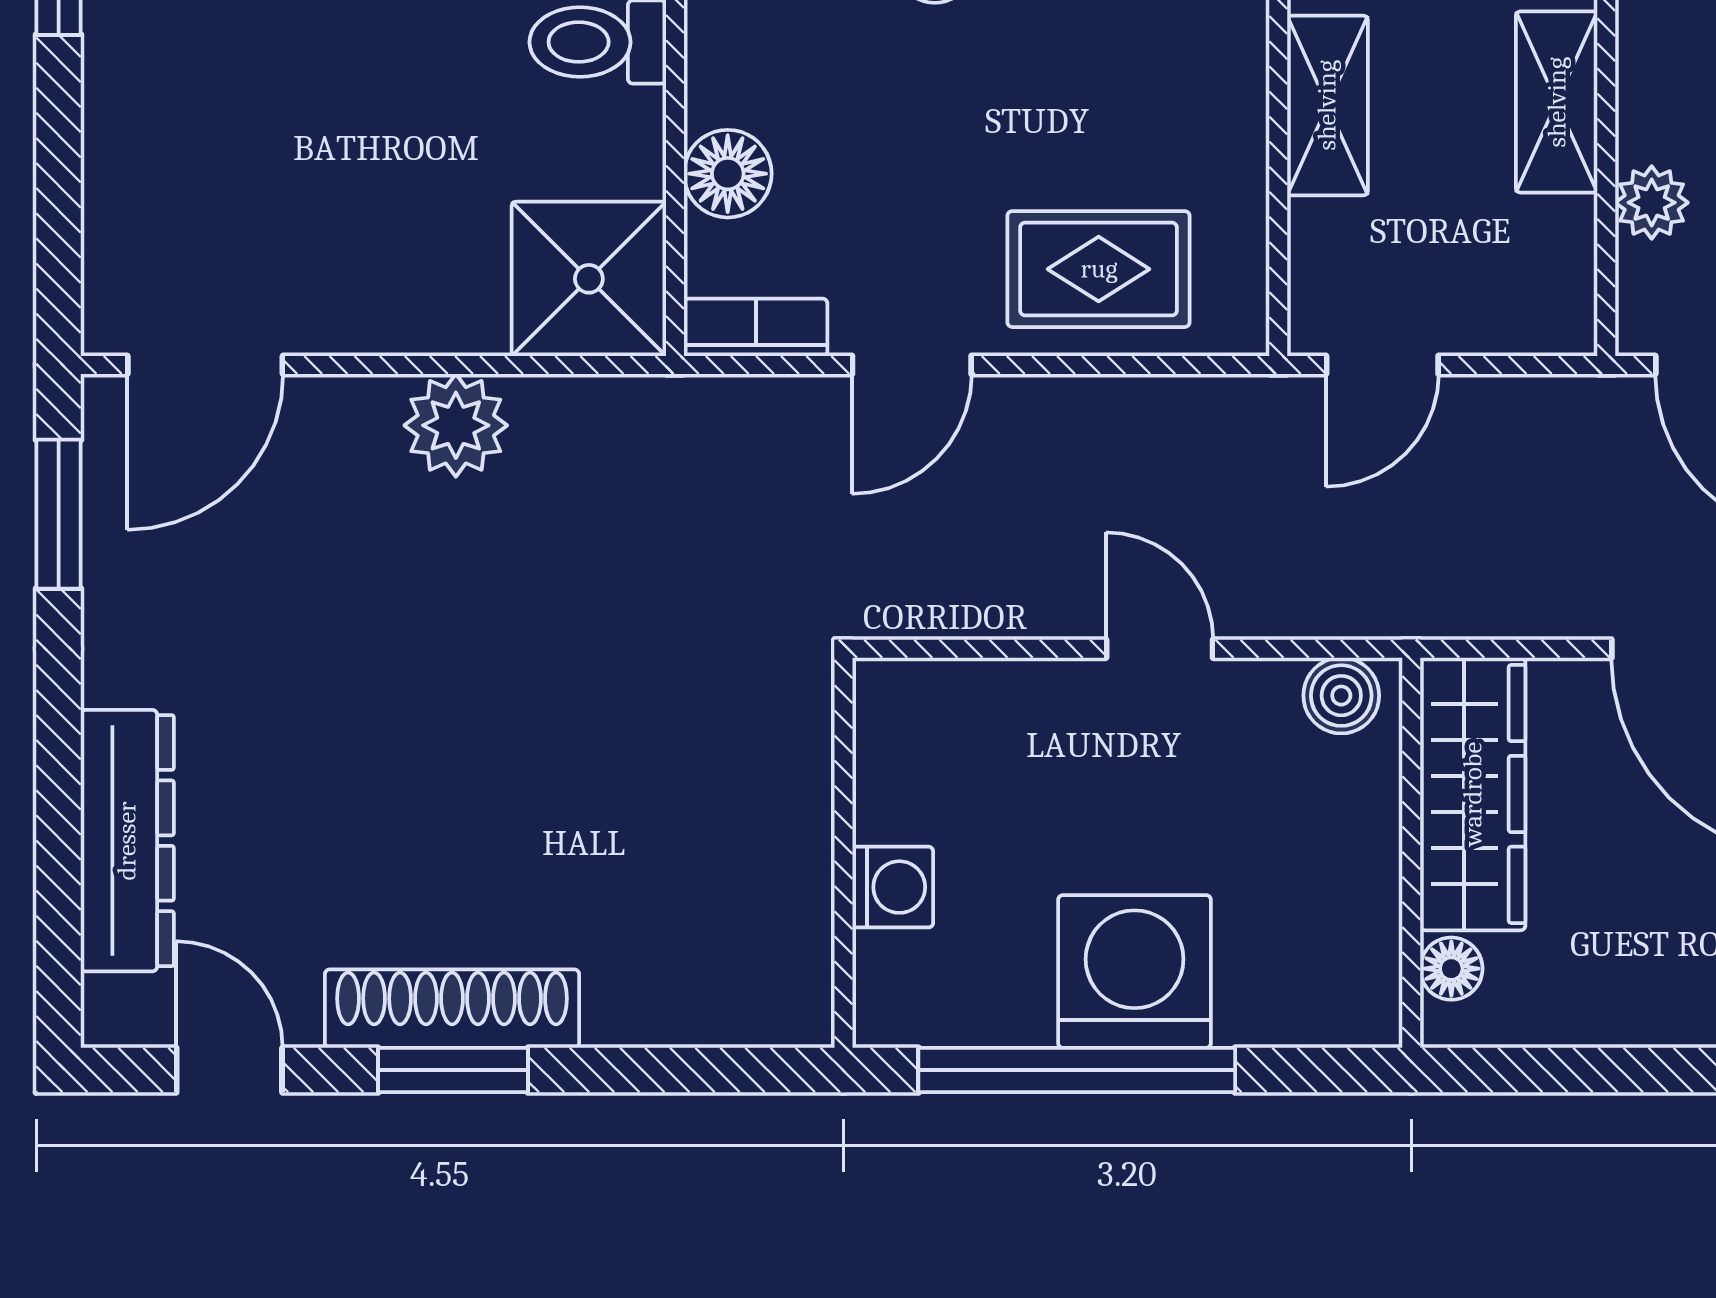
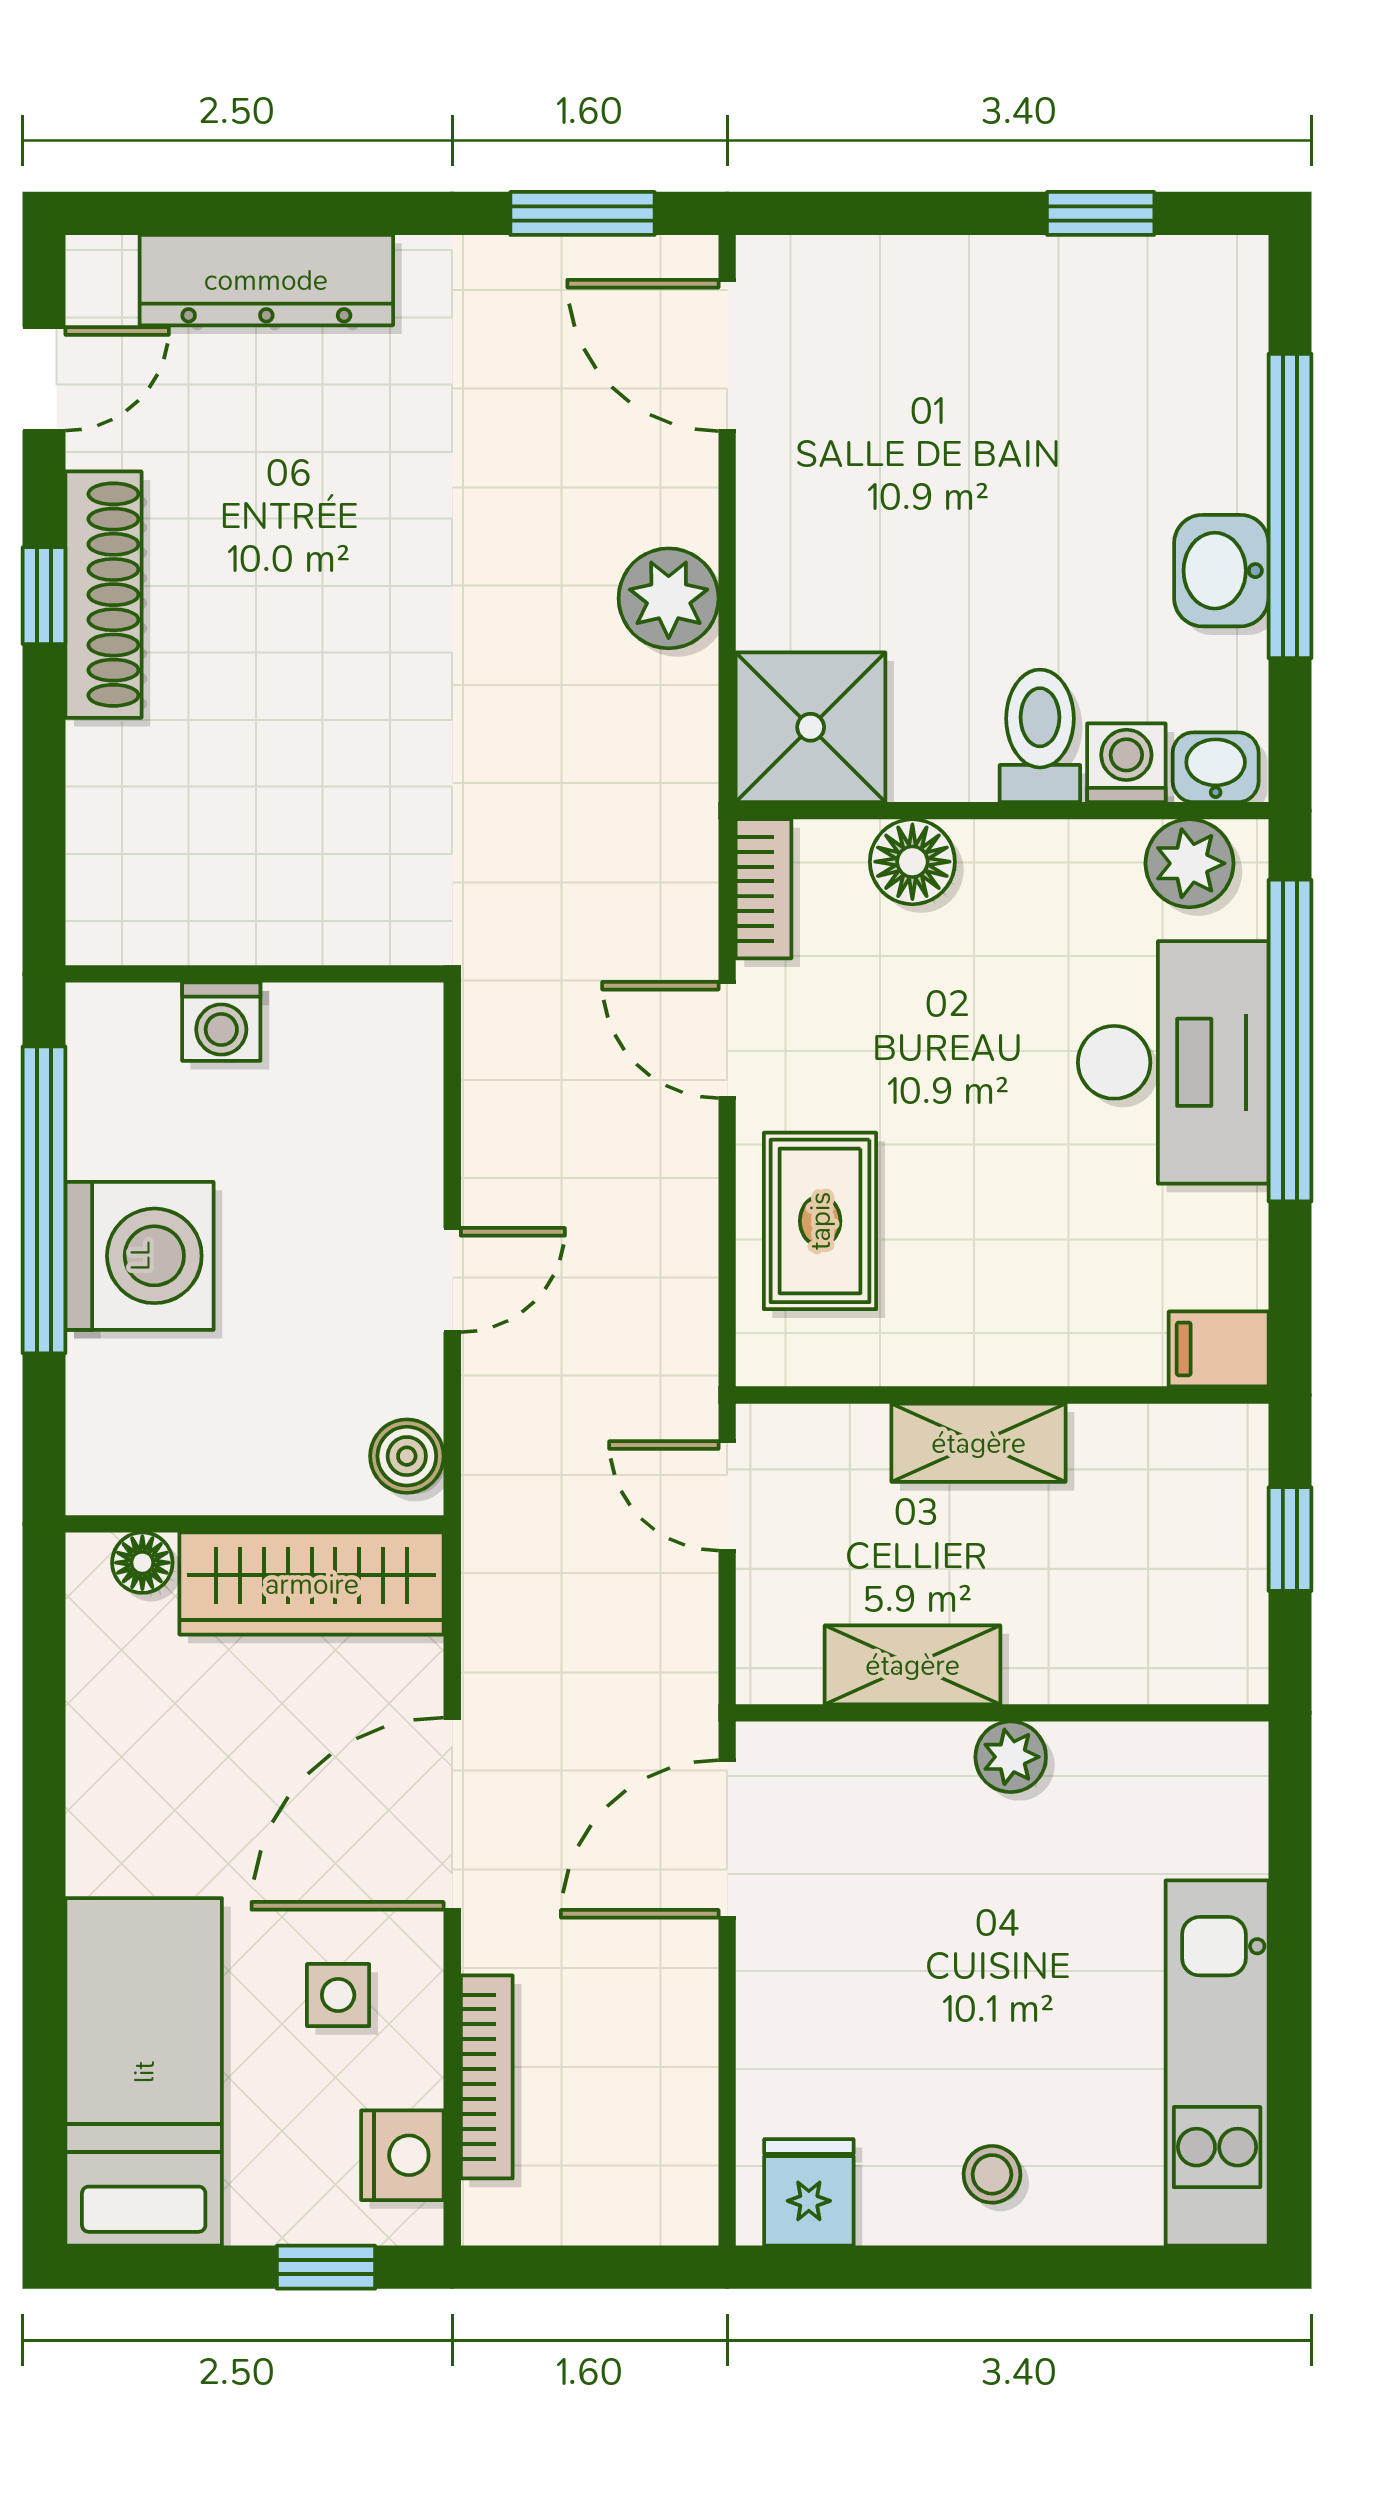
shelving: (1557, 102) -> (913, 1665), moved
plant: (1652, 203) -> (1011, 1757), moved
window: (453, 1070) -> (44, 596), width x0.67

